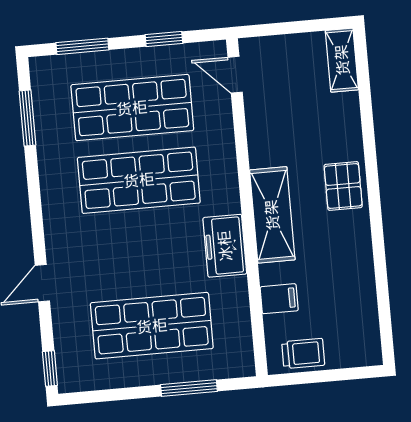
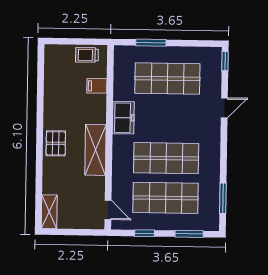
shelving: (272, 215) -> (96, 150), moved

